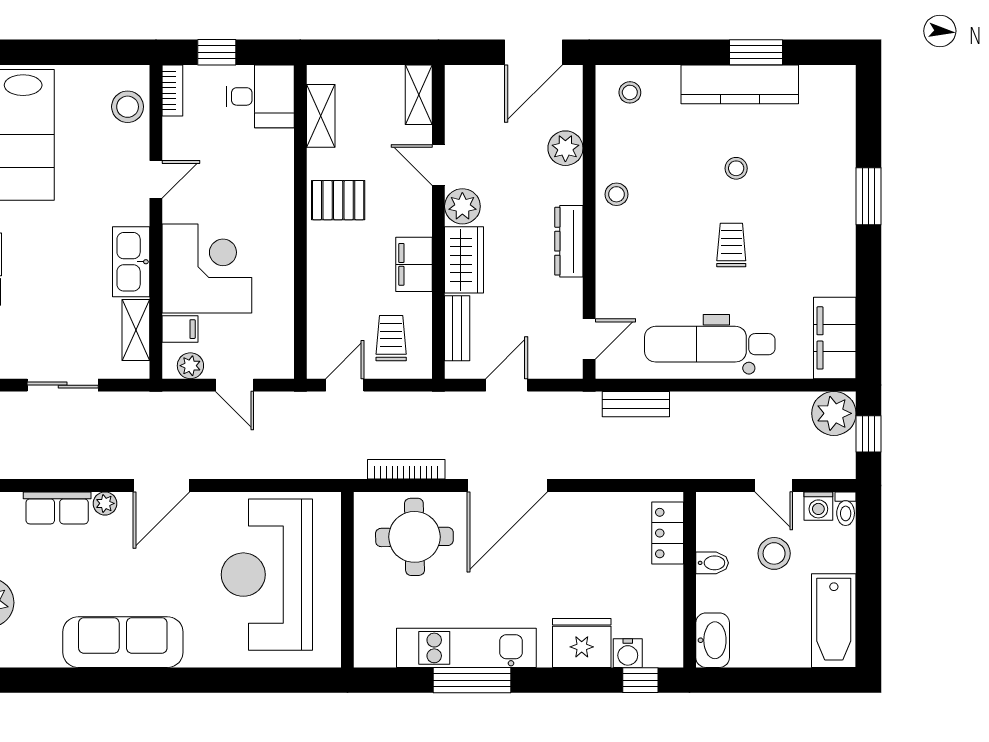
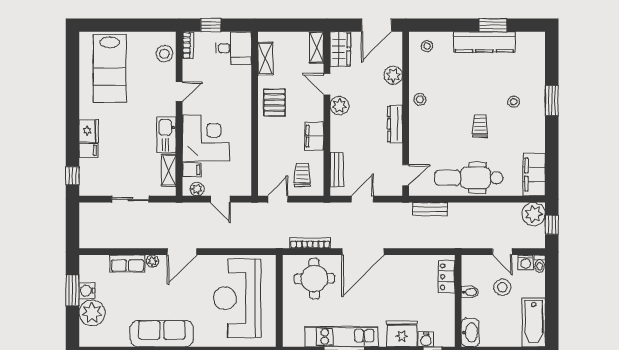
stool: (736, 168) -> (514, 102), moved
pallet: (338, 200) -> (274, 102), turned 90
wardrobe: (464, 260) -> (340, 49), moved

